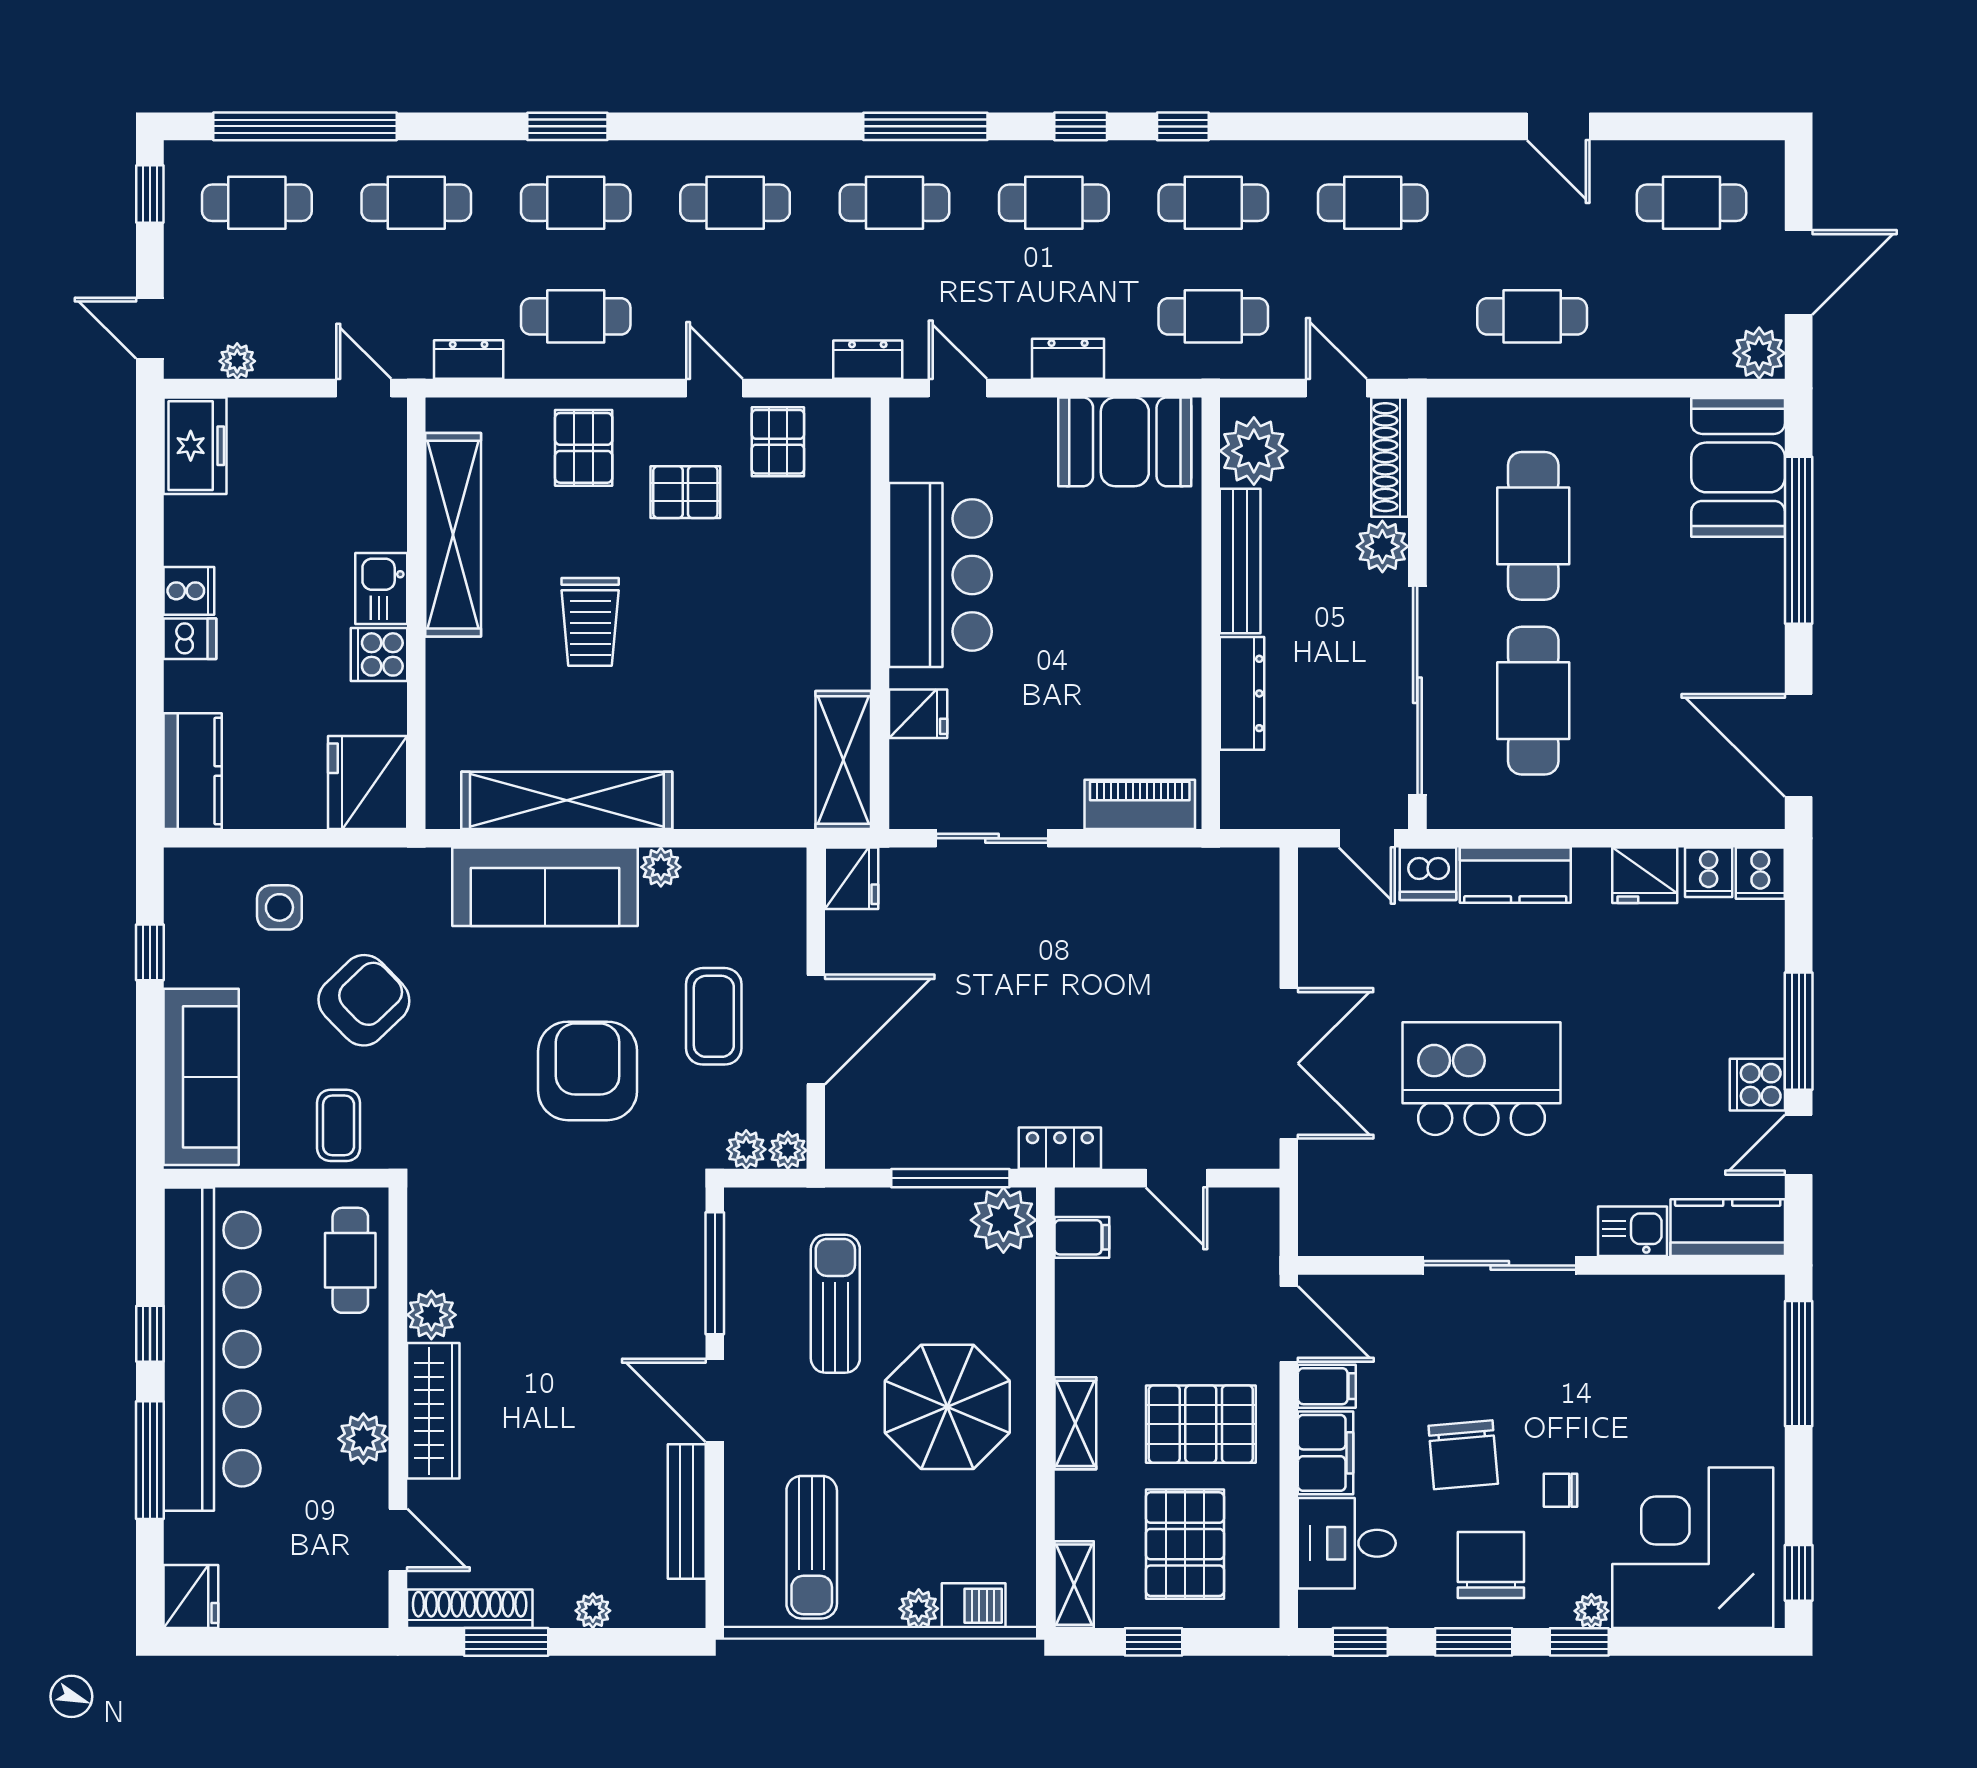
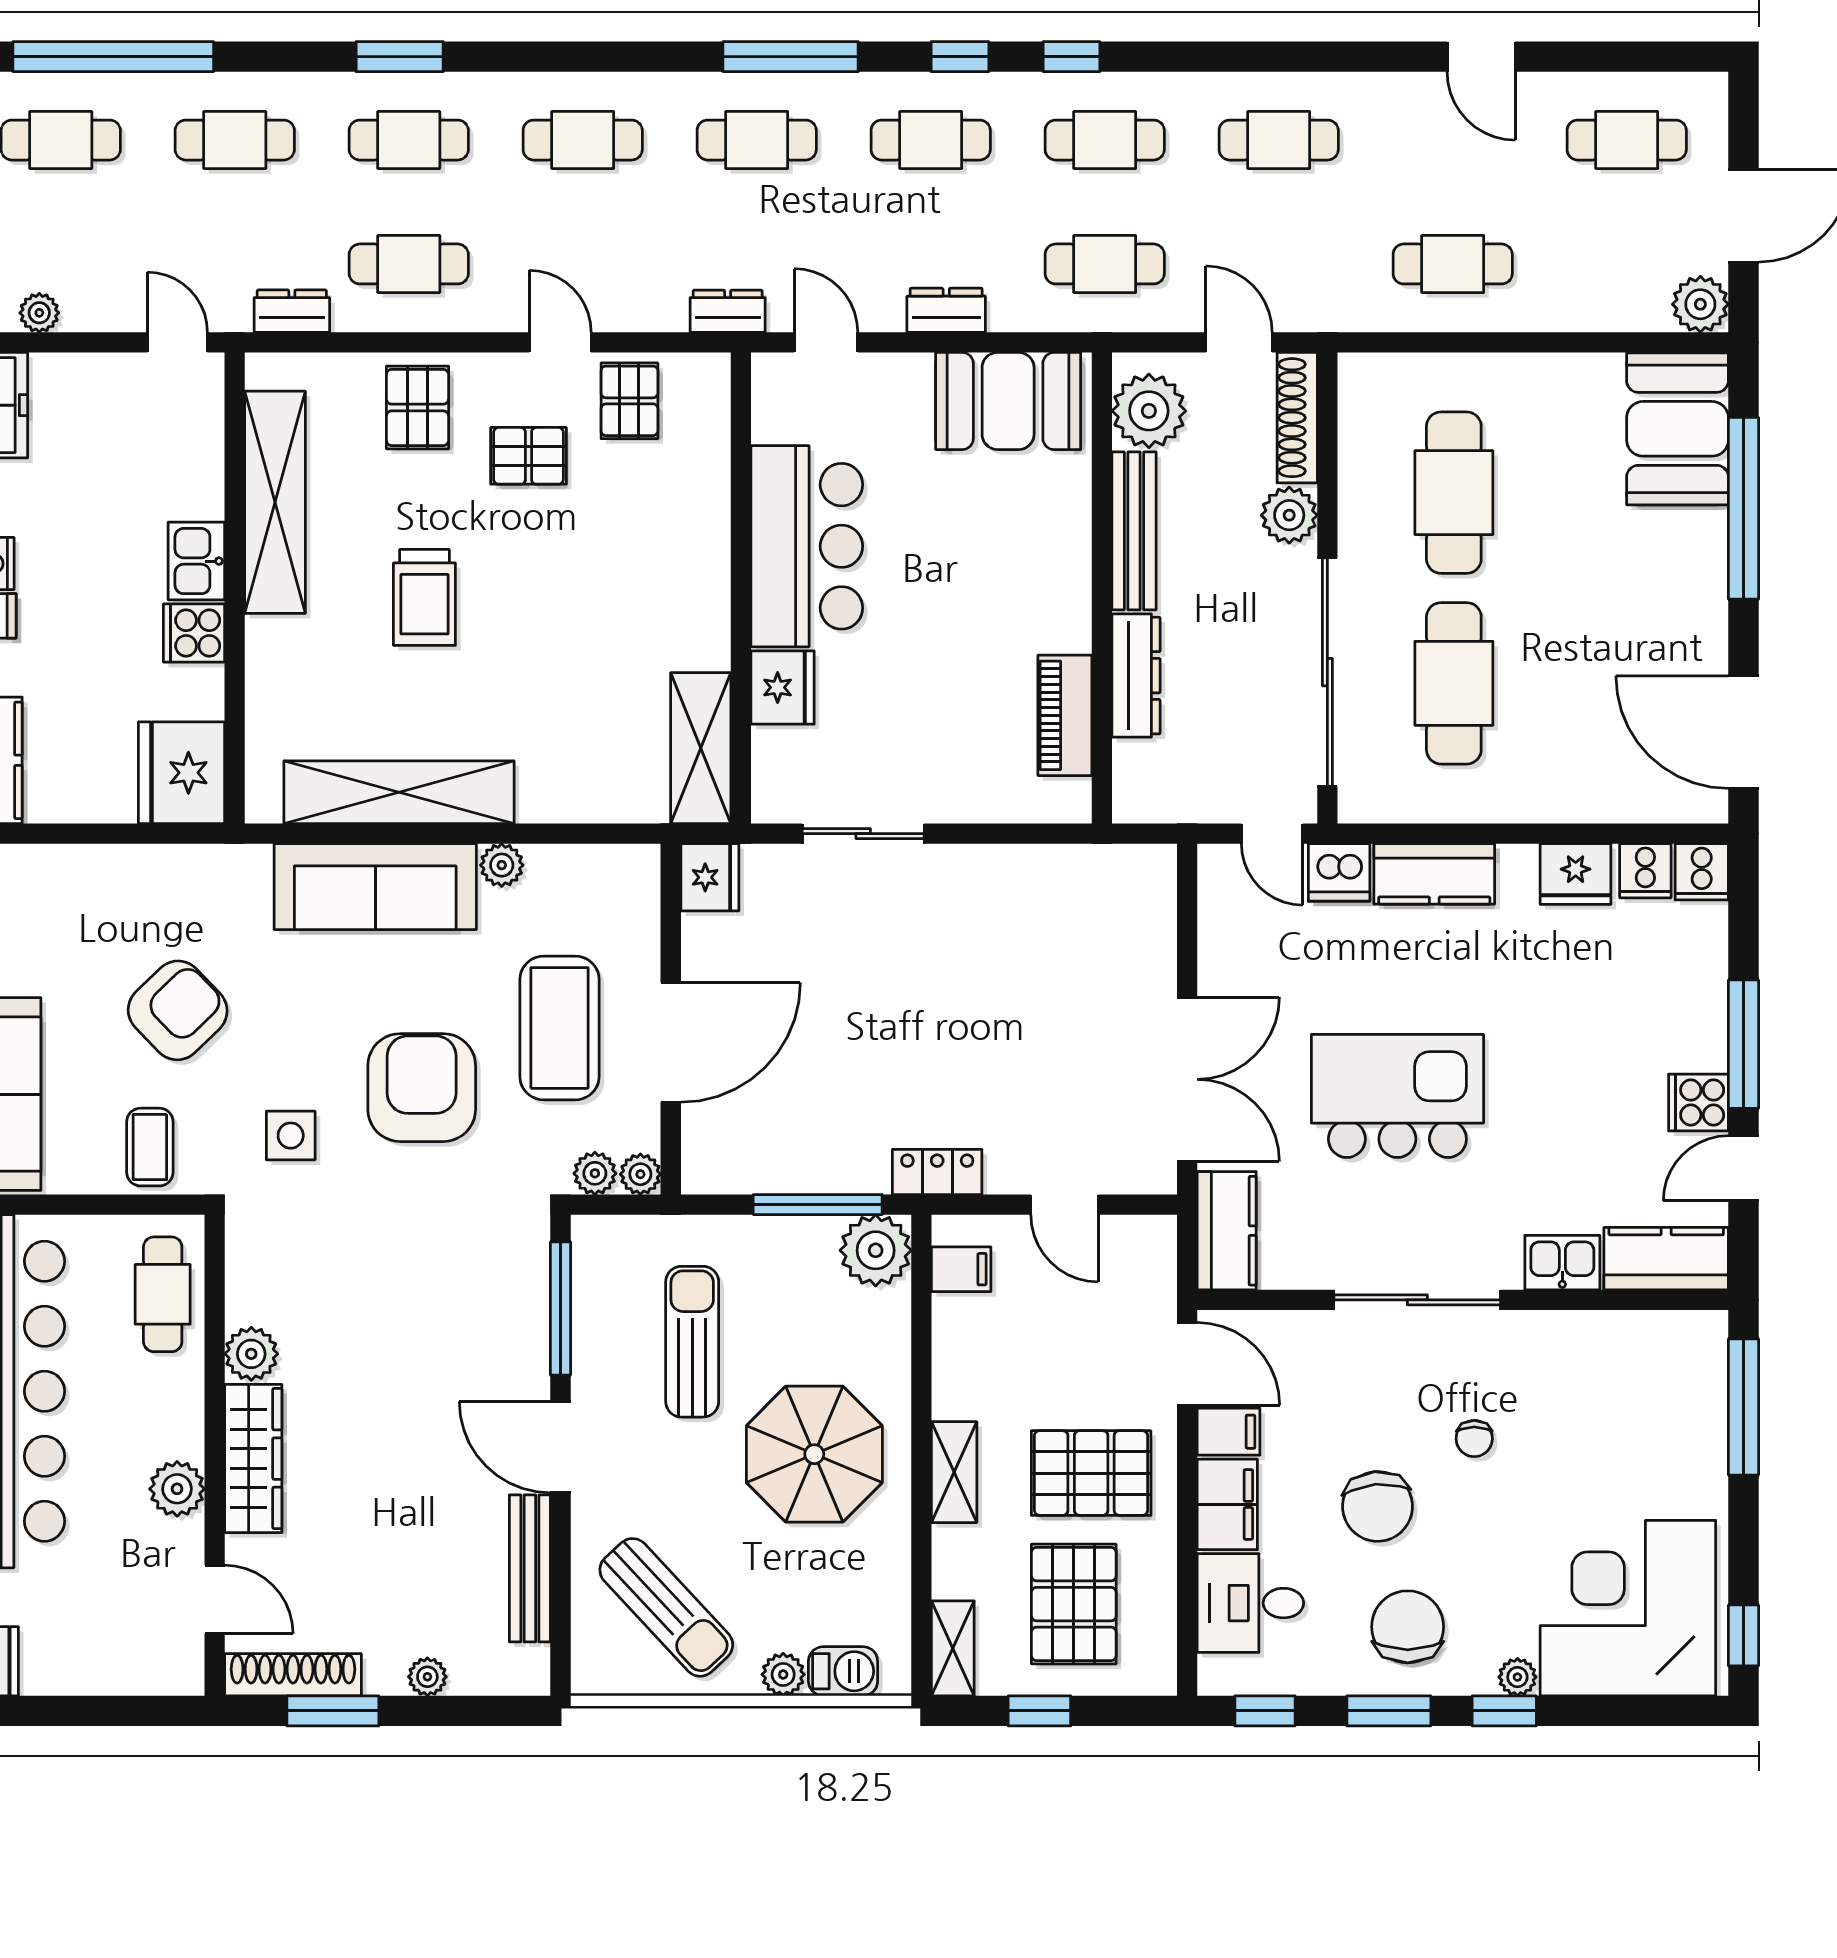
fridge: (918, 714) -> (783, 687), width x1.38
piano: (1140, 804) -> (1065, 715), moved, turned -90
side table: (279, 907) -> (291, 1136), moved
coffee table: (714, 1016) -> (559, 1028), width x1.36, depth x1.32
kitchen counter: (1325, 1202) -> (1227, 1231), added
chair: (1560, 1490) -> (1474, 1439), moved, turned -90
sun lounger: (812, 1547) -> (666, 1607), turned -43

